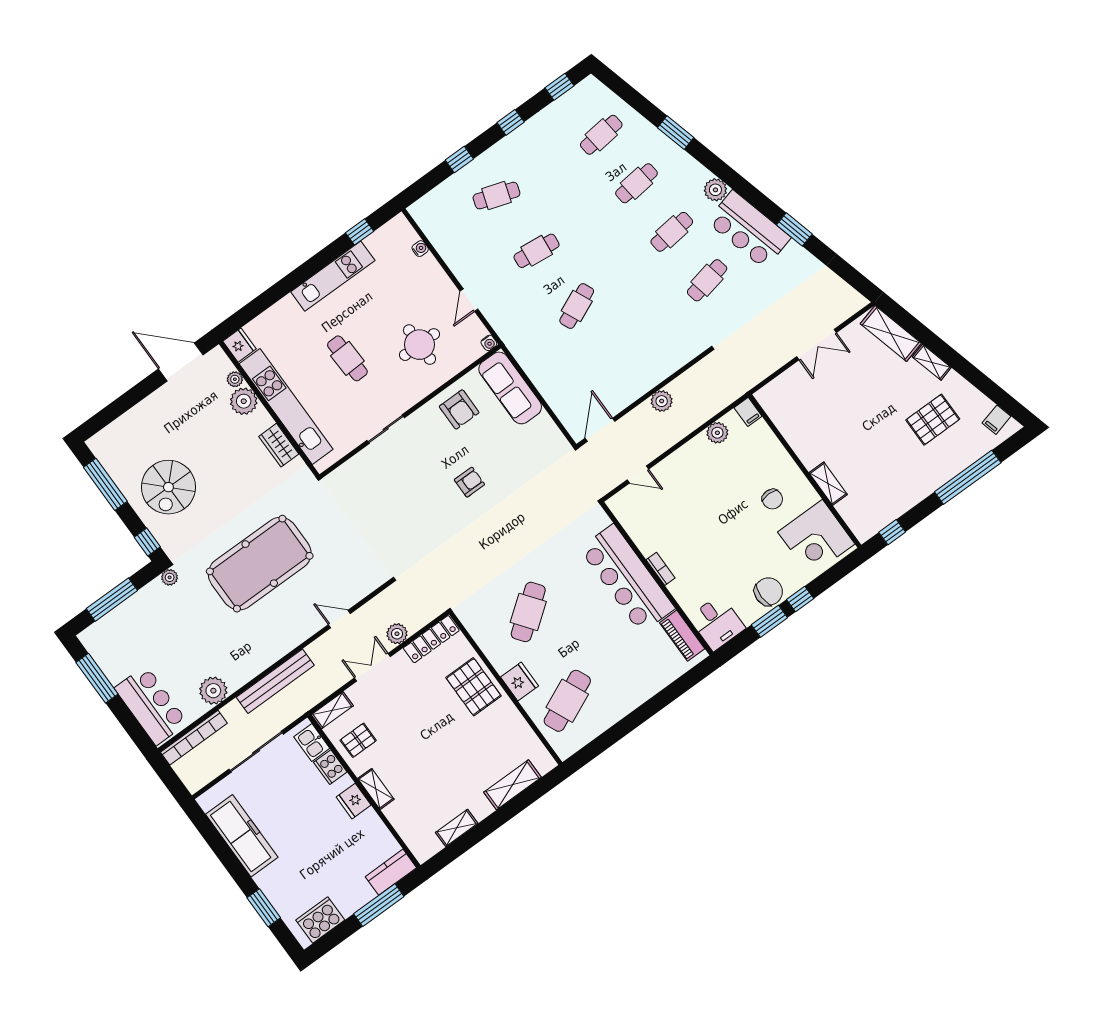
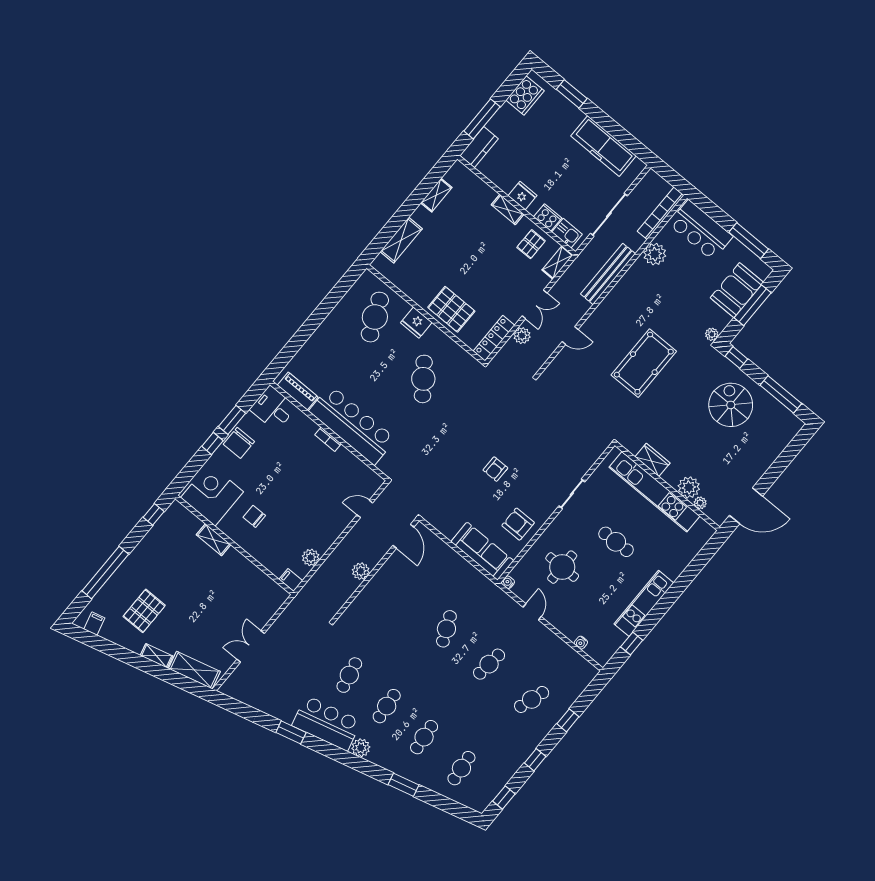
fridge: (239, 345) -> (703, 531), removed
pool table: (260, 564) -> (644, 363), width x0.73, depth x0.76
booth: (126, 623) -> (737, 290), added

